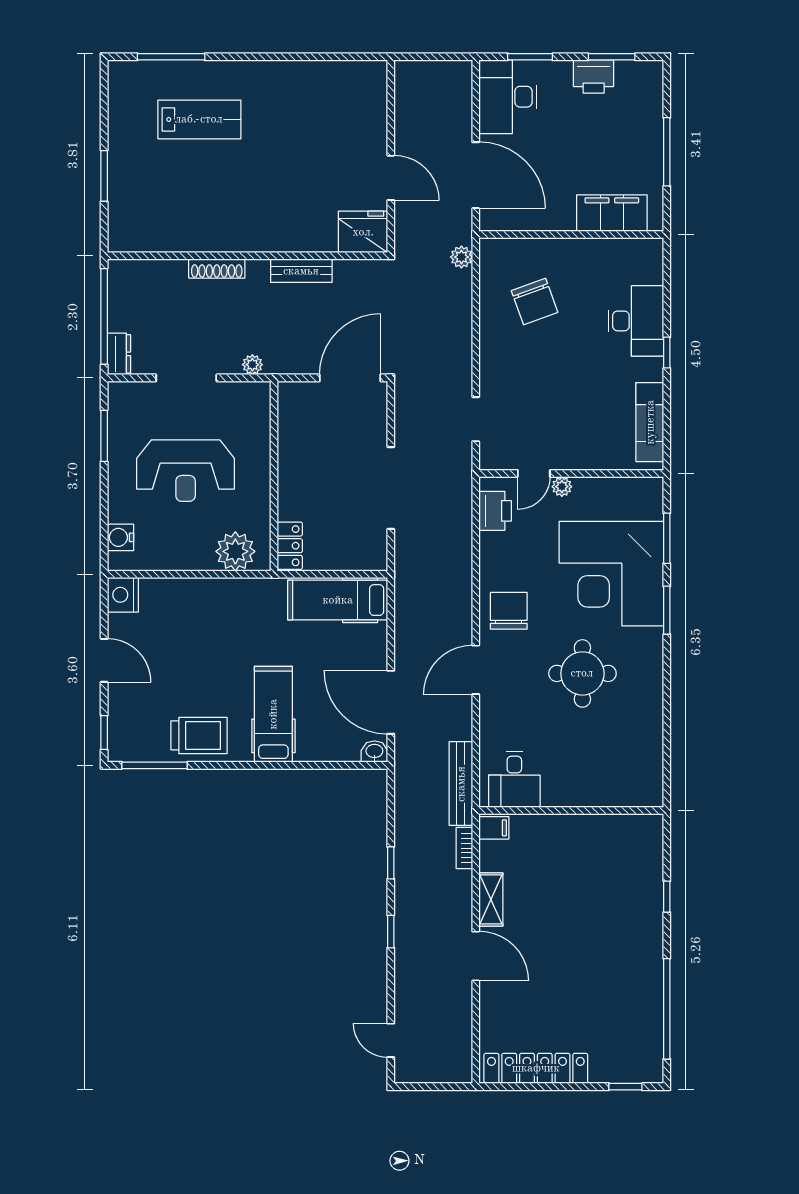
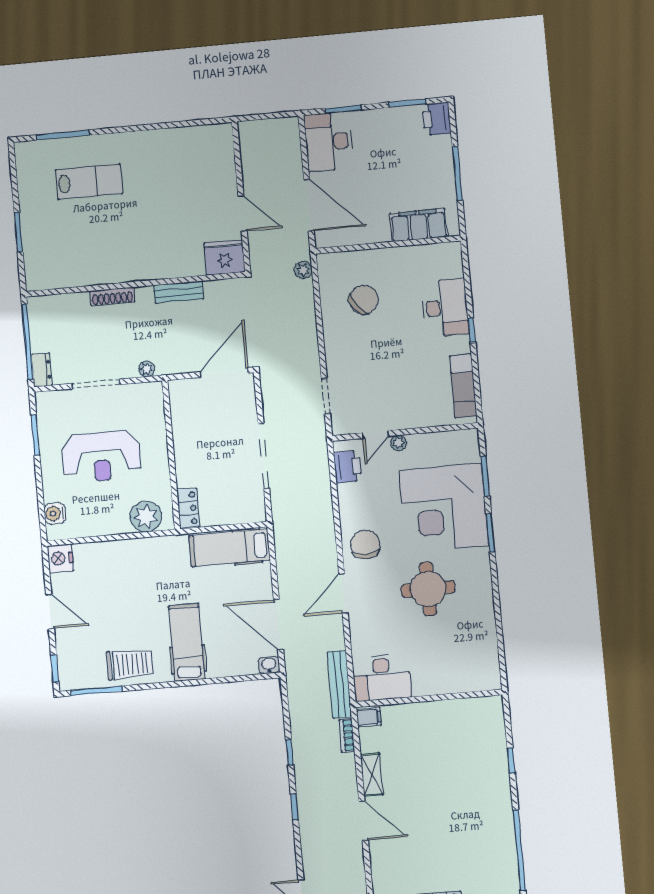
printer: (594, 77) -> (437, 119), moved, turned 90
chair: (535, 302) -> (364, 300), turned -108
desk: (514, 780) -> (382, 678), width x1.37

